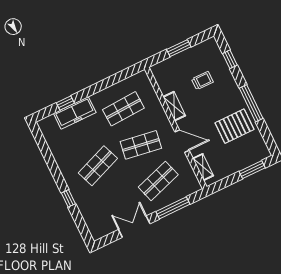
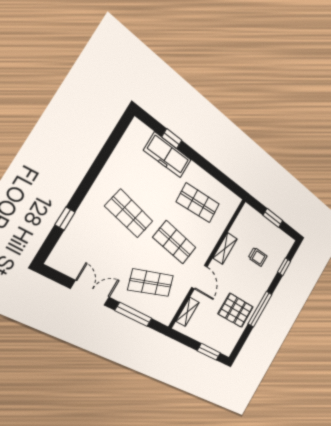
shop shelf: (98, 166) -> (129, 214), turned 33
window: (68, 198) -> (65, 219), moved

